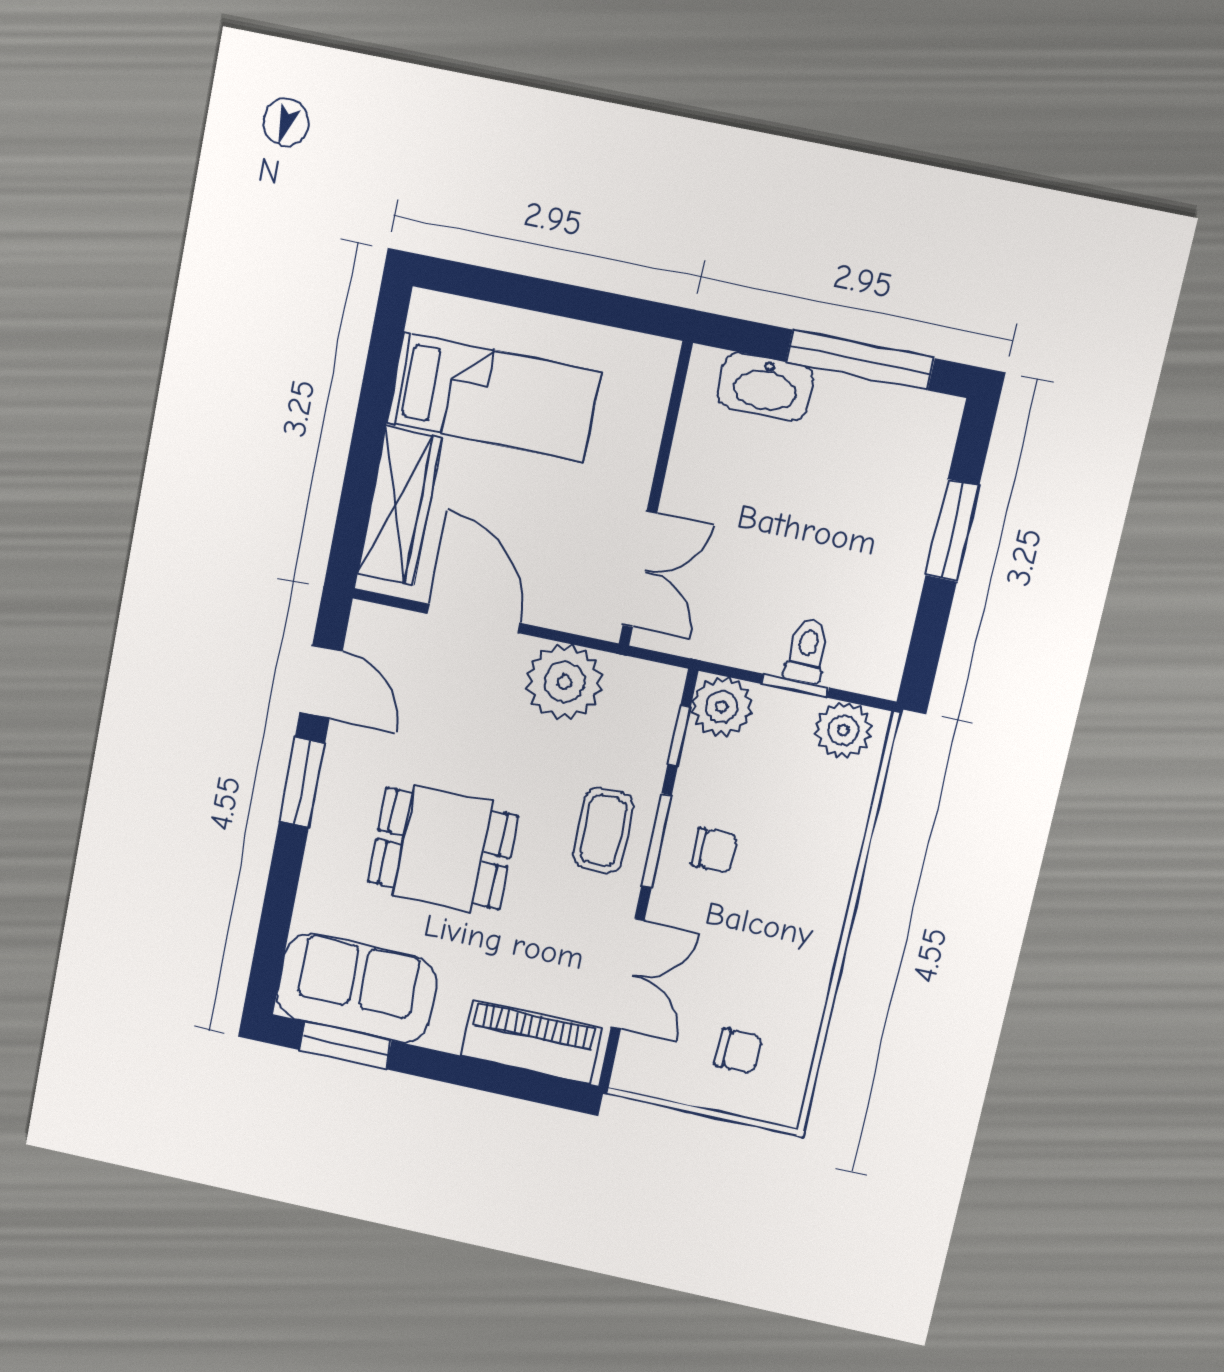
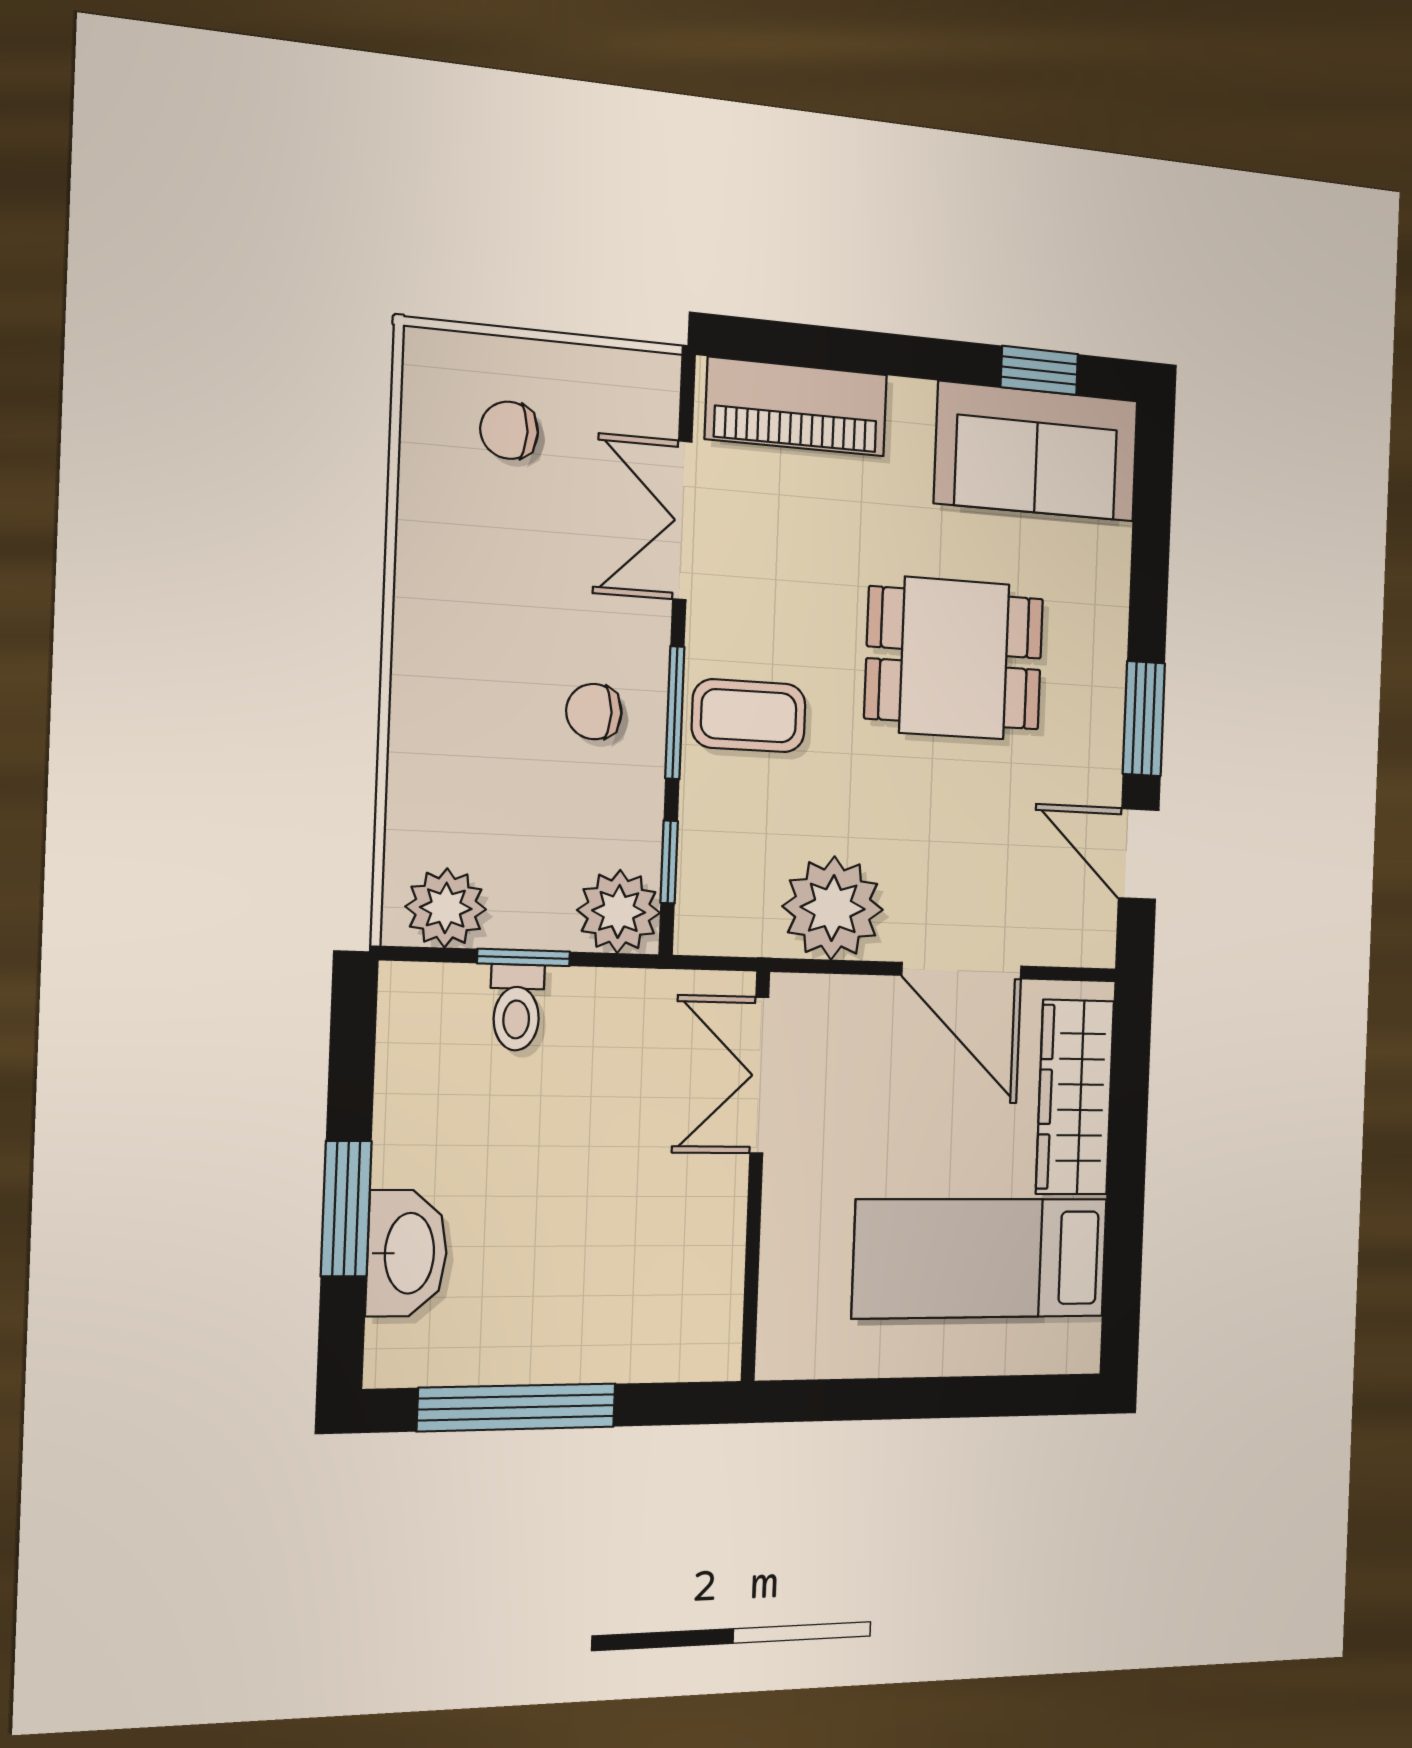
washbasin: (765, 387) -> (407, 1253), moved, turned 90
coffee table: (603, 831) -> (749, 716), turned 90
window: (345, 1045) -> (1039, 370), width x0.67

